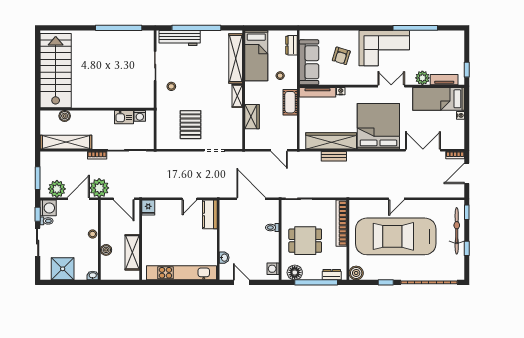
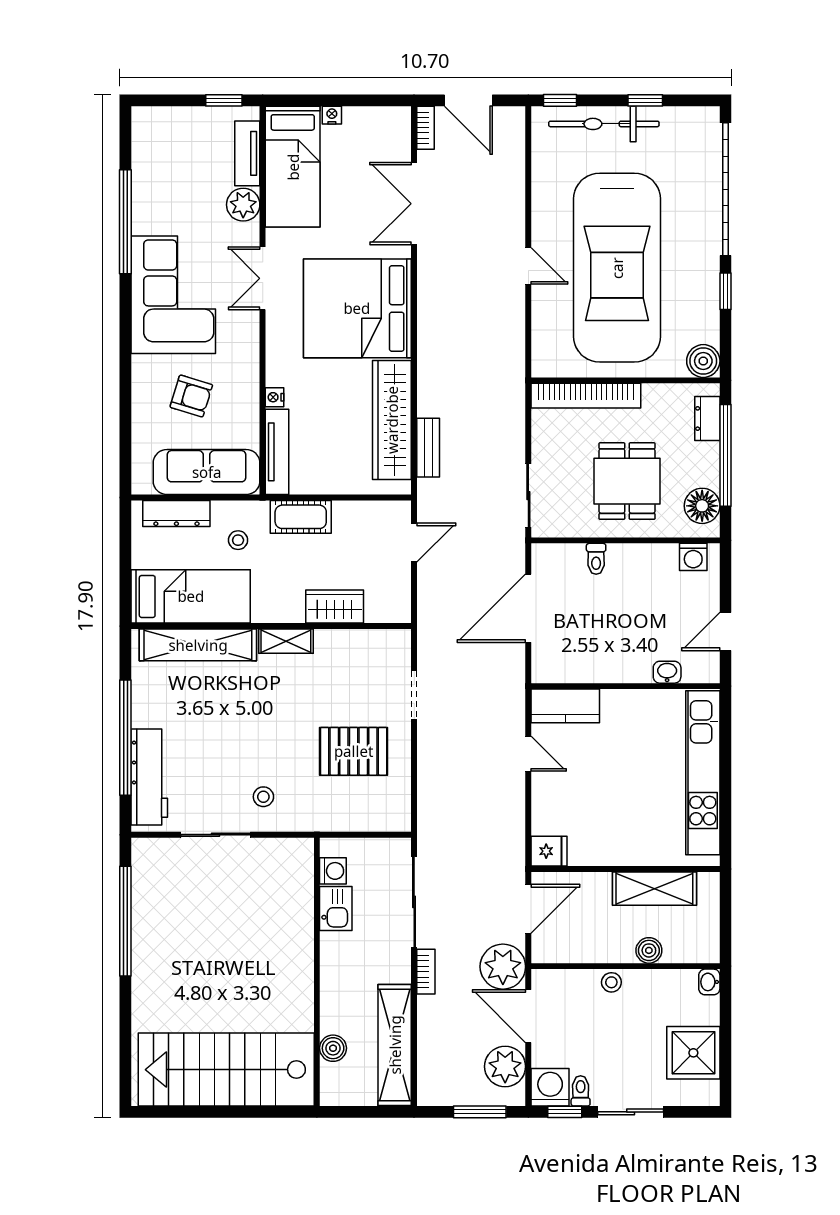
dresser: (291, 45) -> (176, 514), width x1.44
bench: (334, 156) -> (428, 448), moved

